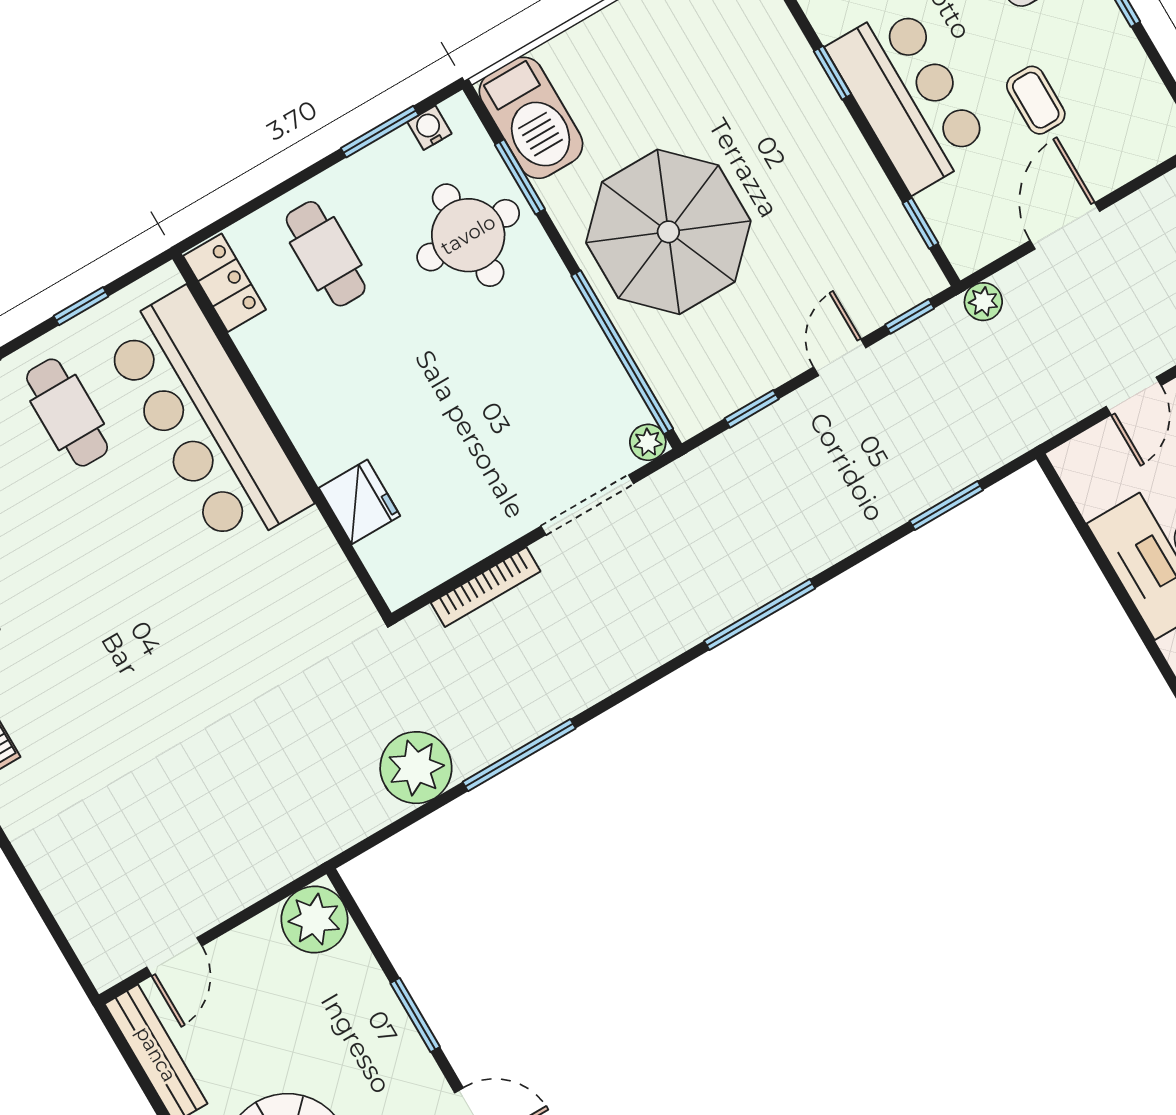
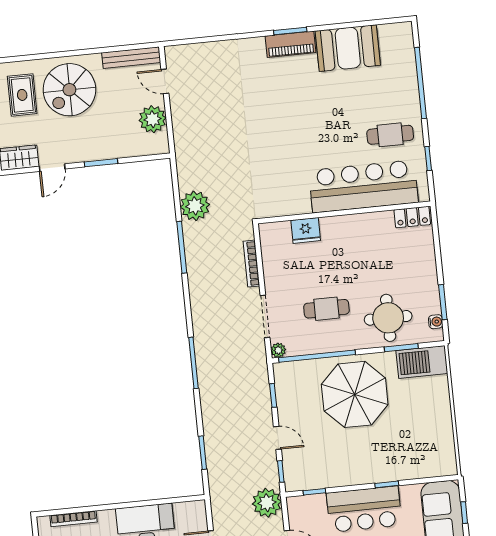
cafe table: (326, 254) -> (326, 309), moved
plant: (983, 302) -> (267, 503), width x1.87, depth x1.87
plant: (314, 919) -> (153, 119), moved

